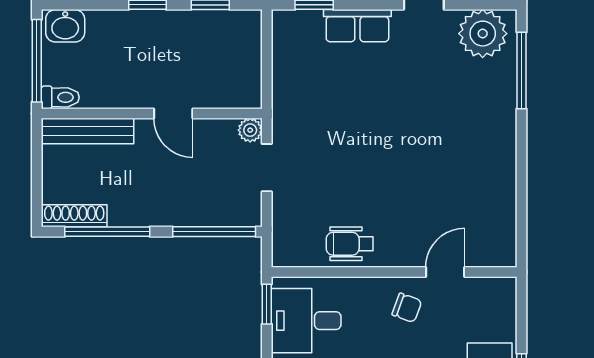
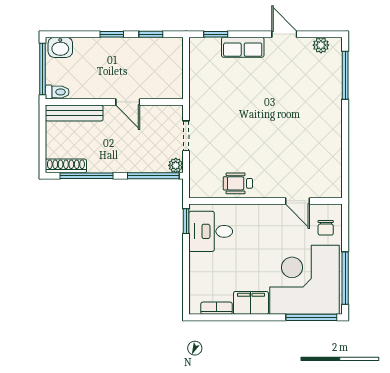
plant: (483, 34) -> (321, 45), width x0.53, depth x0.53
plant: (250, 130) -> (176, 165), moved
door: (445, 272) -> (297, 201), swing flipped
chair: (407, 308) -> (326, 228), moved, turned 70

